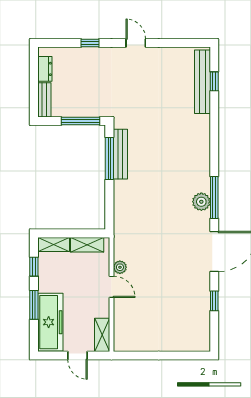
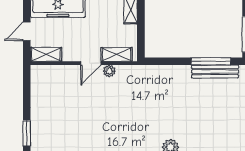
shelving: (87, 245) -> (117, 54), moved, turned 90
window: (186, 356) -> (27, 133), added

